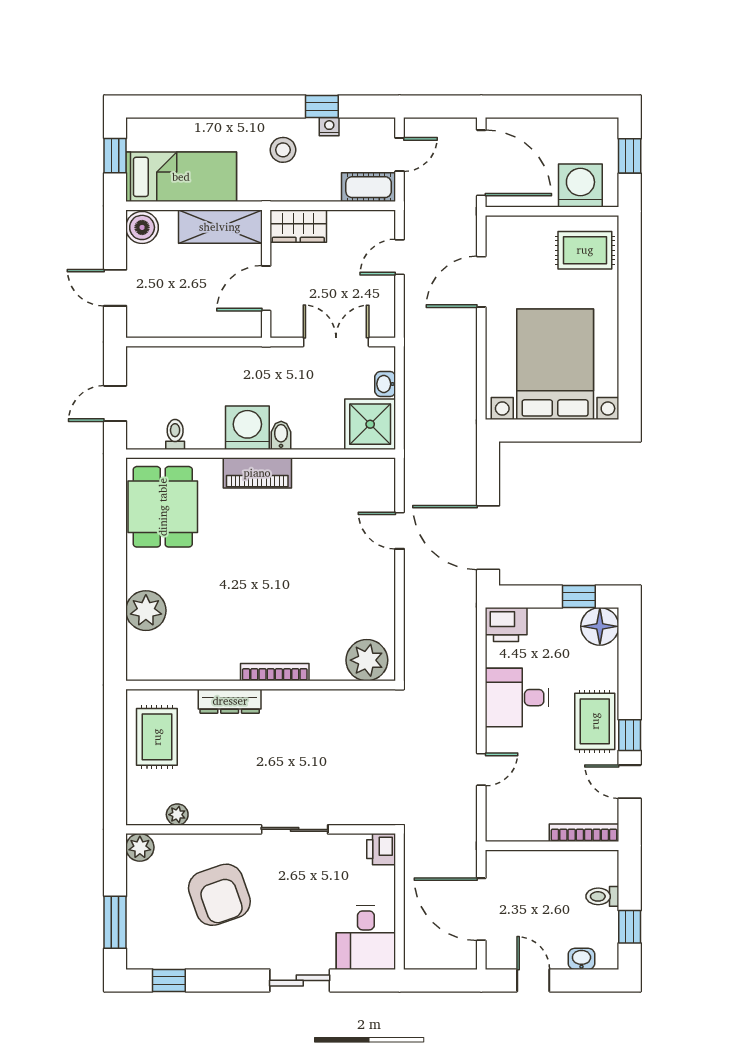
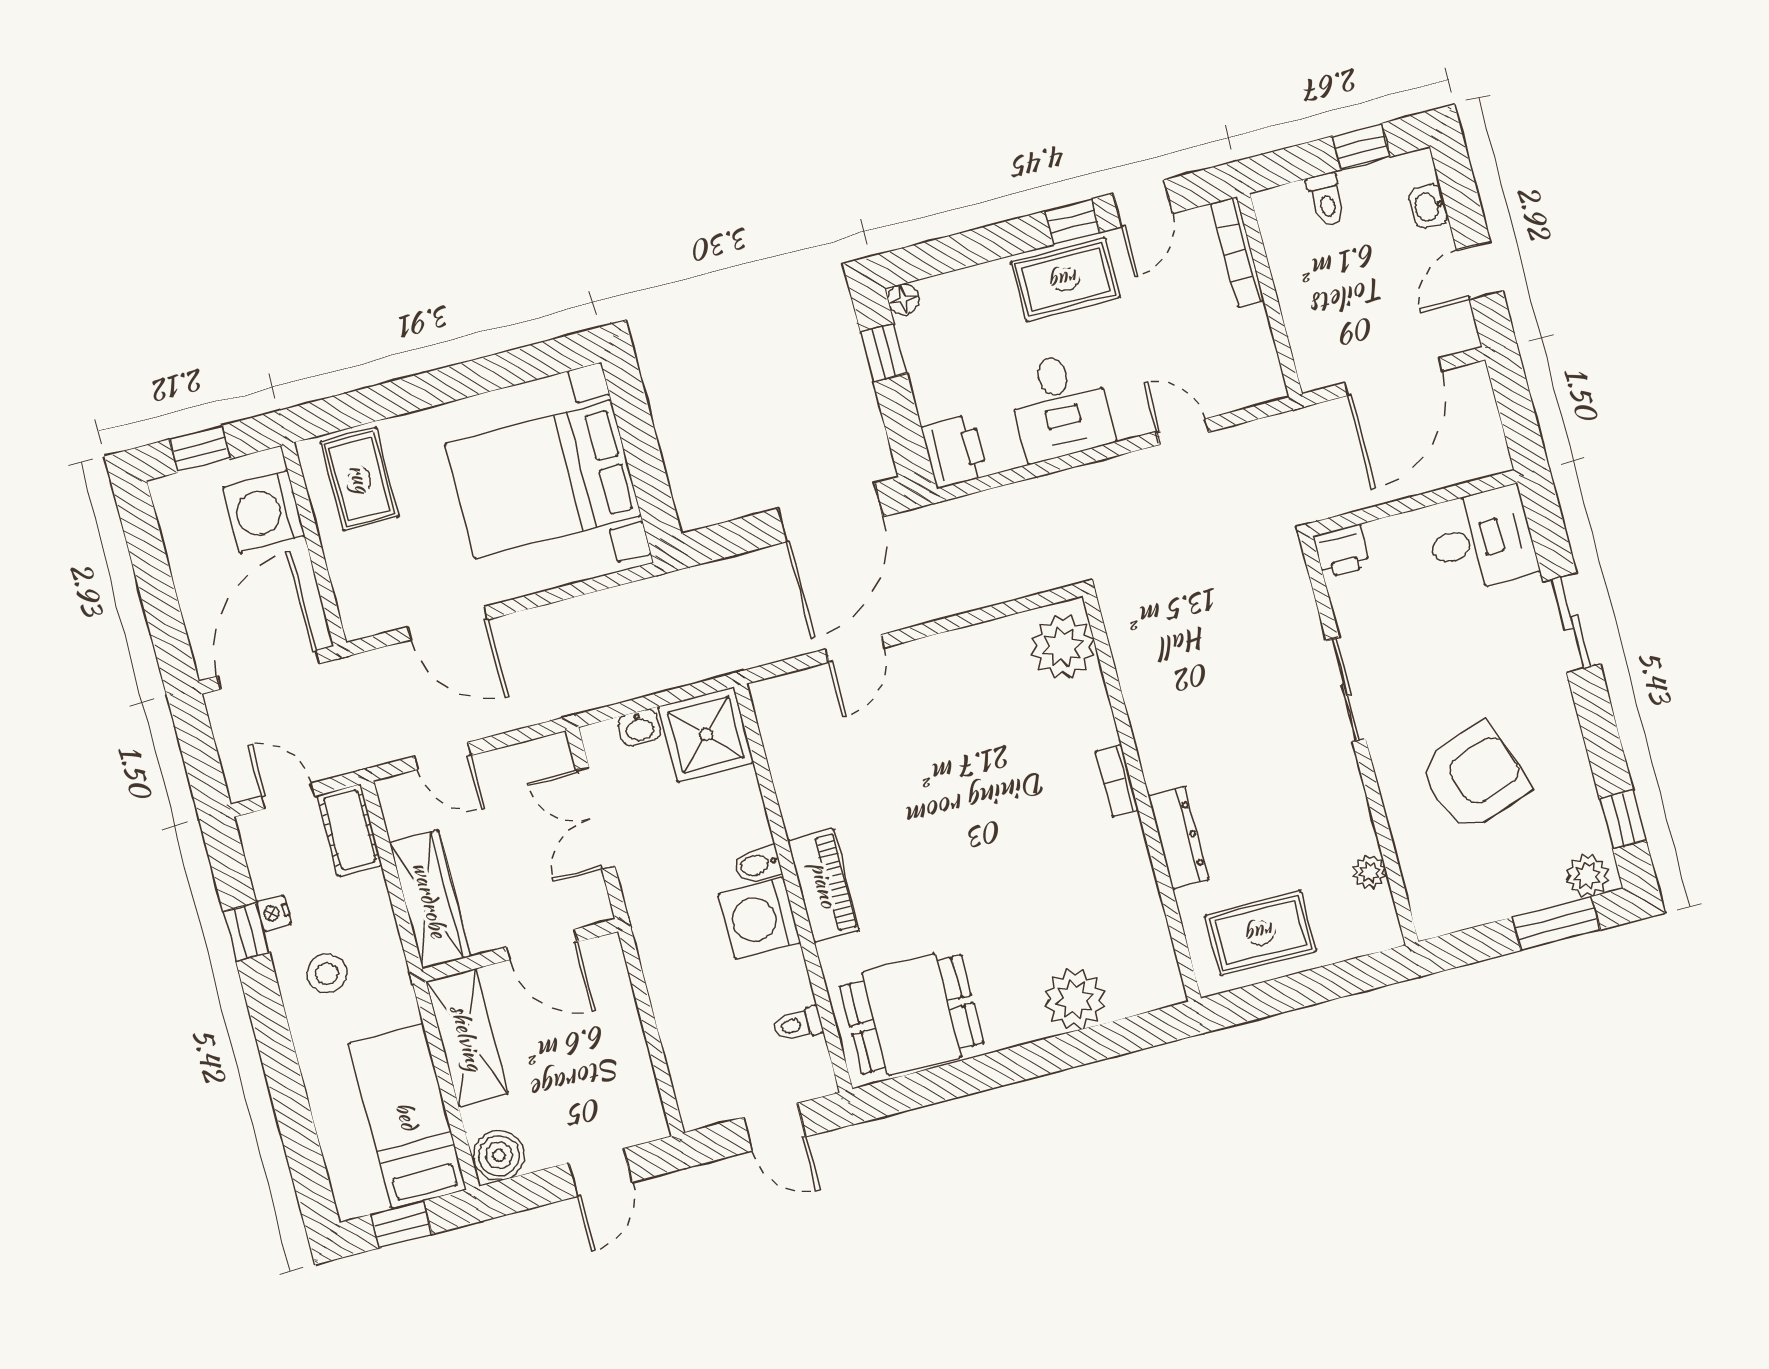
wardrobe: (298, 226) -> (430, 900), width x1.50
floor lamp: (600, 626) -> (903, 299), width x0.53, depth x0.53
bookcase: (275, 672) -> (1117, 781), width x0.64
plant: (140, 847) -> (1588, 875), moved

